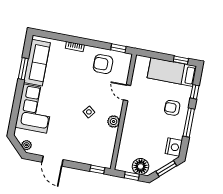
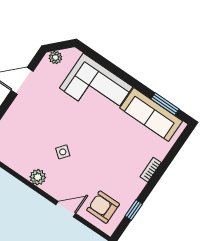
window: (118, 48) -> (134, 210), moved
armchair: (103, 64) -> (103, 207), moved, turned -90
window: (23, 69) -> (165, 104), moved

